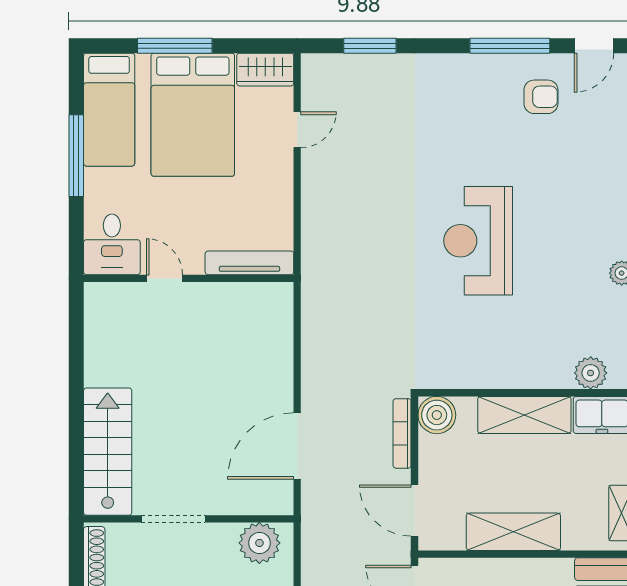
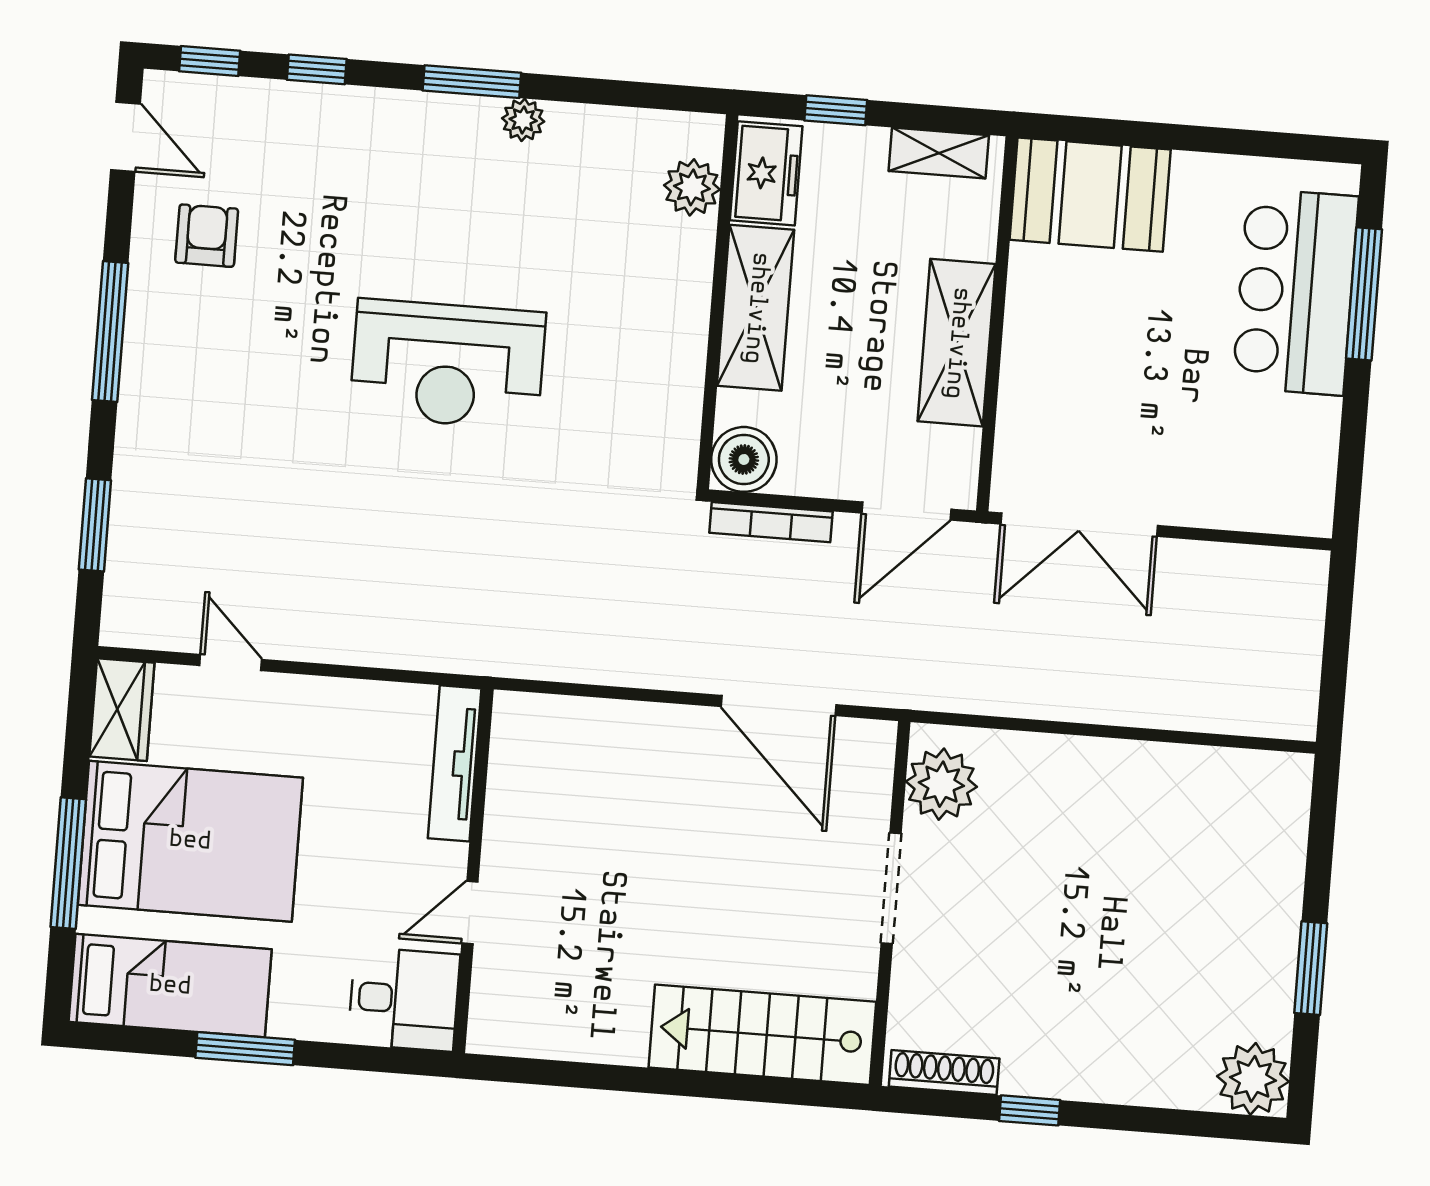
window: (510, 46) -> (110, 331), moved
window: (76, 156) -> (245, 1049), width x0.69
doorway: (173, 519) -> (891, 888), moved

